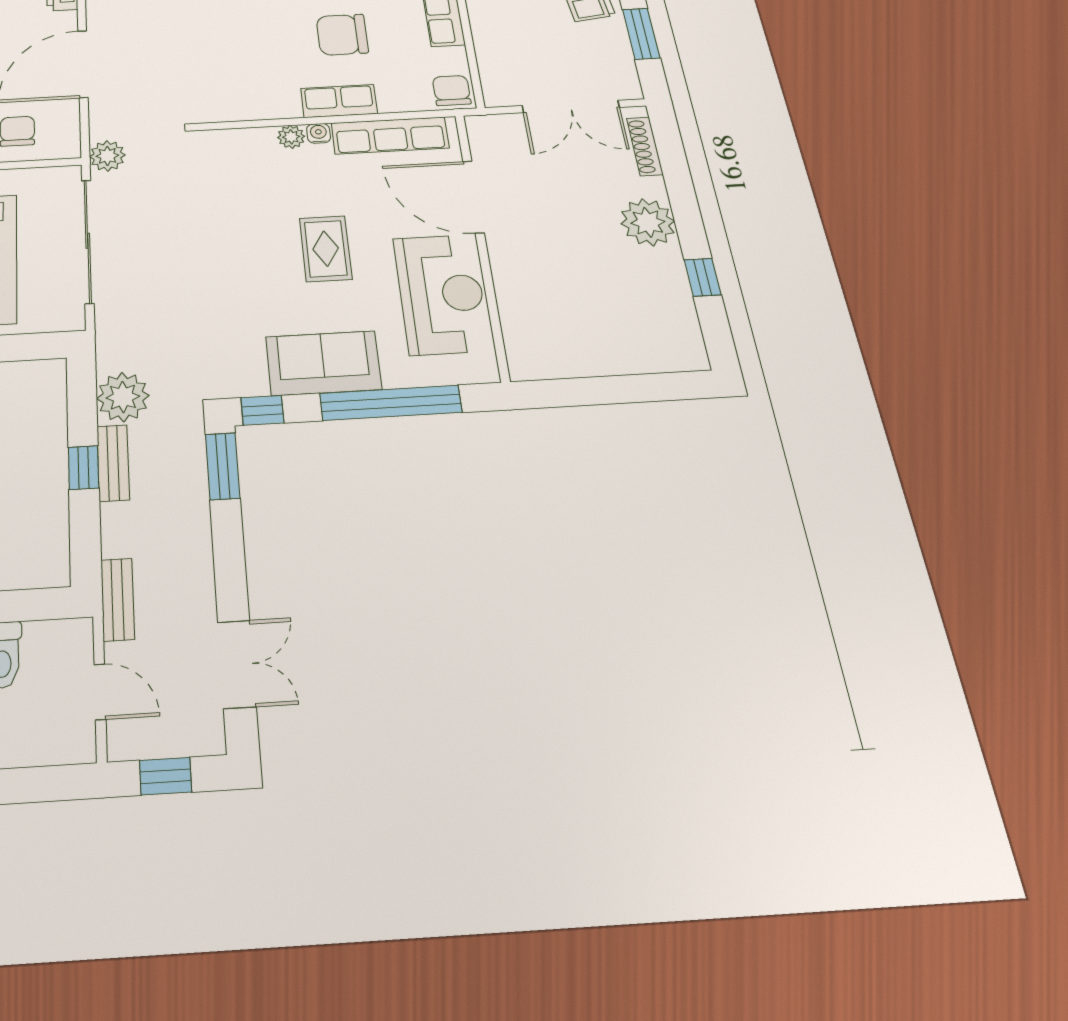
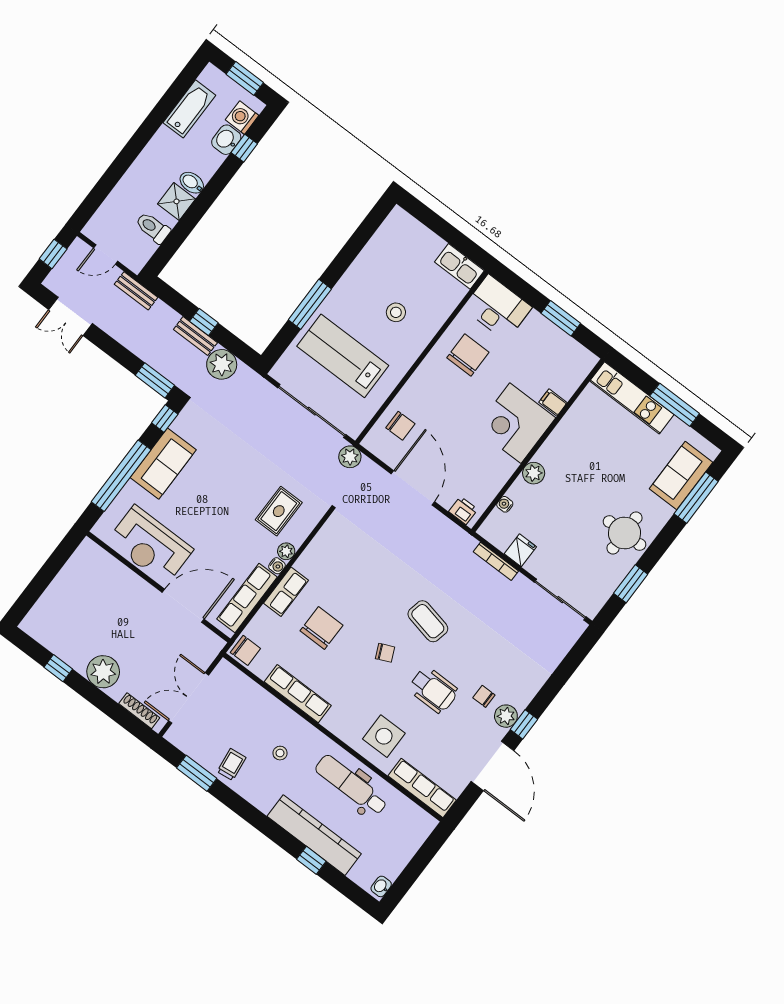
rug: (326, 249) -> (279, 511), moved, turned 90

